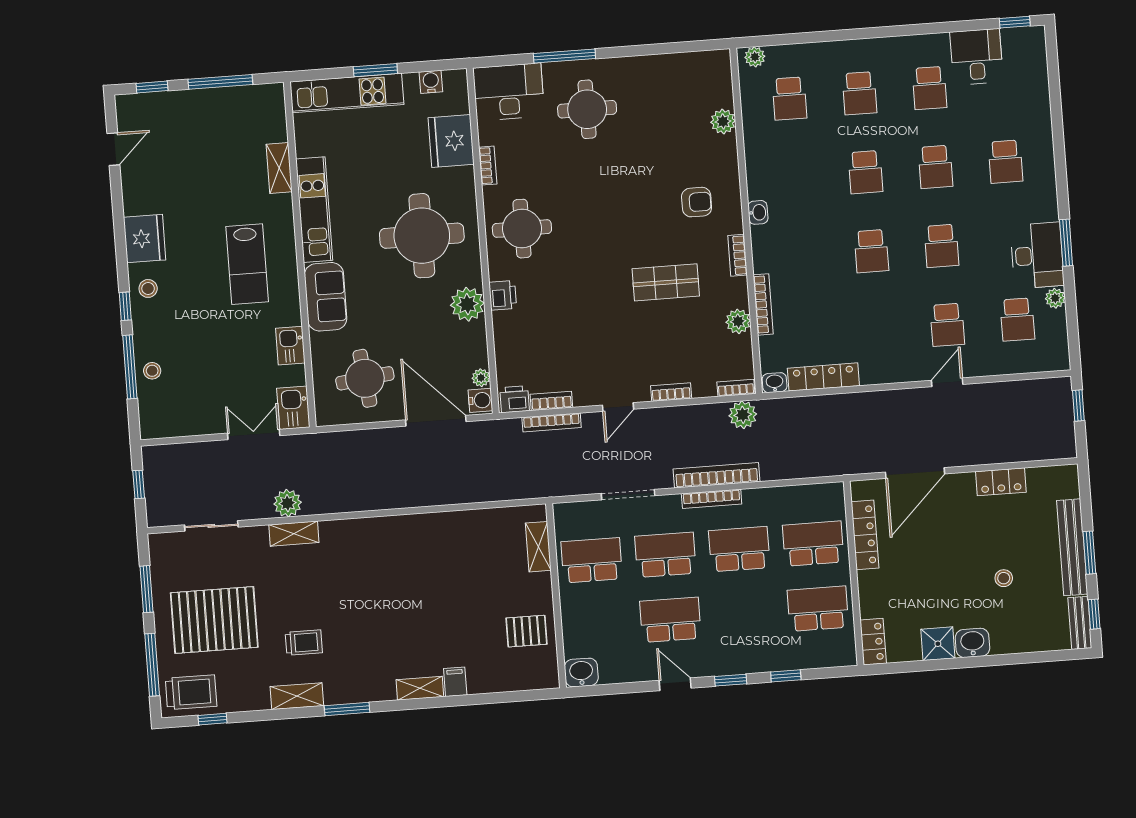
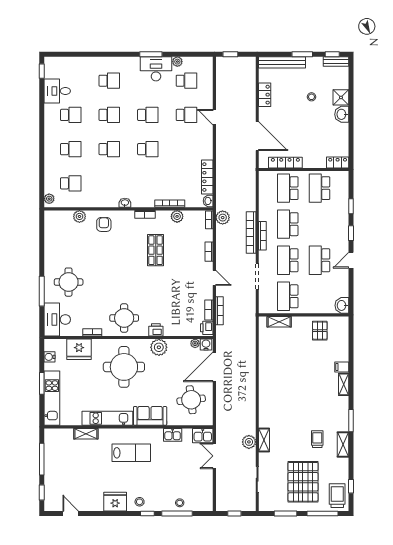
armchair: (697, 202) -> (104, 224), moved
bench: (1072, 547) -> (282, 62), moved
shower: (938, 644) -> (341, 97), moved

